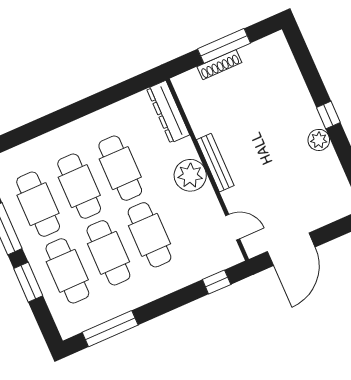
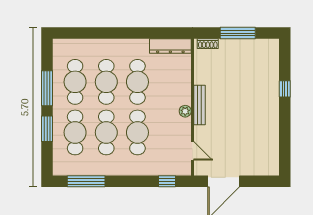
shoe rack: (219, 65) -> (208, 44), moved, width x0.70
dresser: (168, 112) -> (170, 46), moved, turned -90
window: (328, 115) -> (285, 89), moved
plant: (319, 140) -> (272, 119), removed
plant: (190, 175) -> (185, 111), width x0.53, depth x0.53

